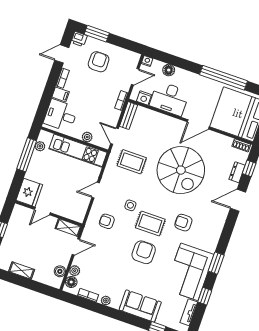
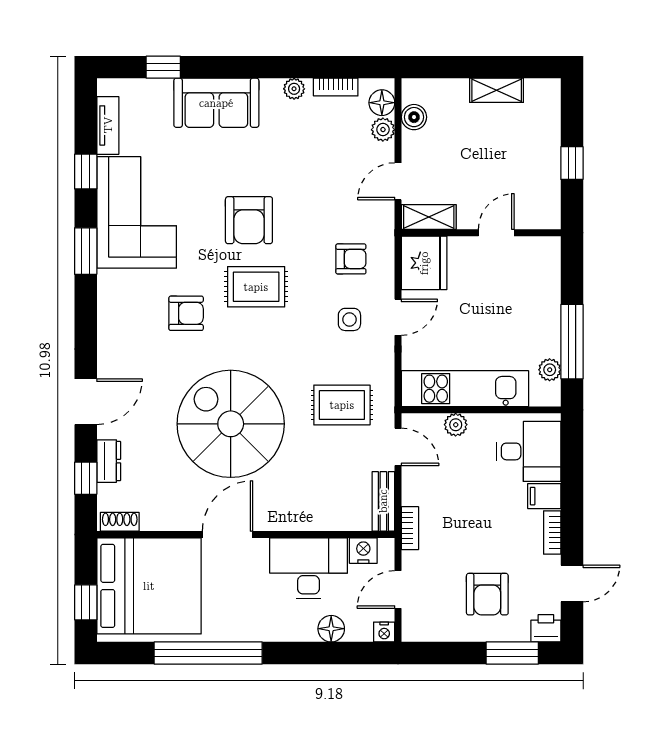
fridge: (29, 193) -> (424, 263), moved, turned 180
side table: (130, 205) -> (349, 319), moved

